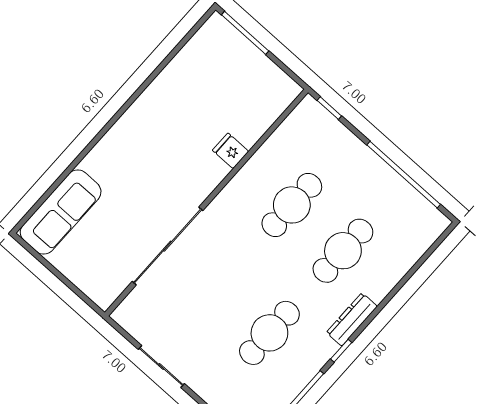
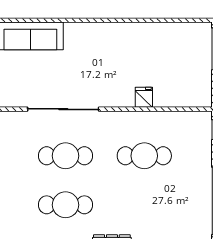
cafe table: (343, 251) -> (65, 156), moved

